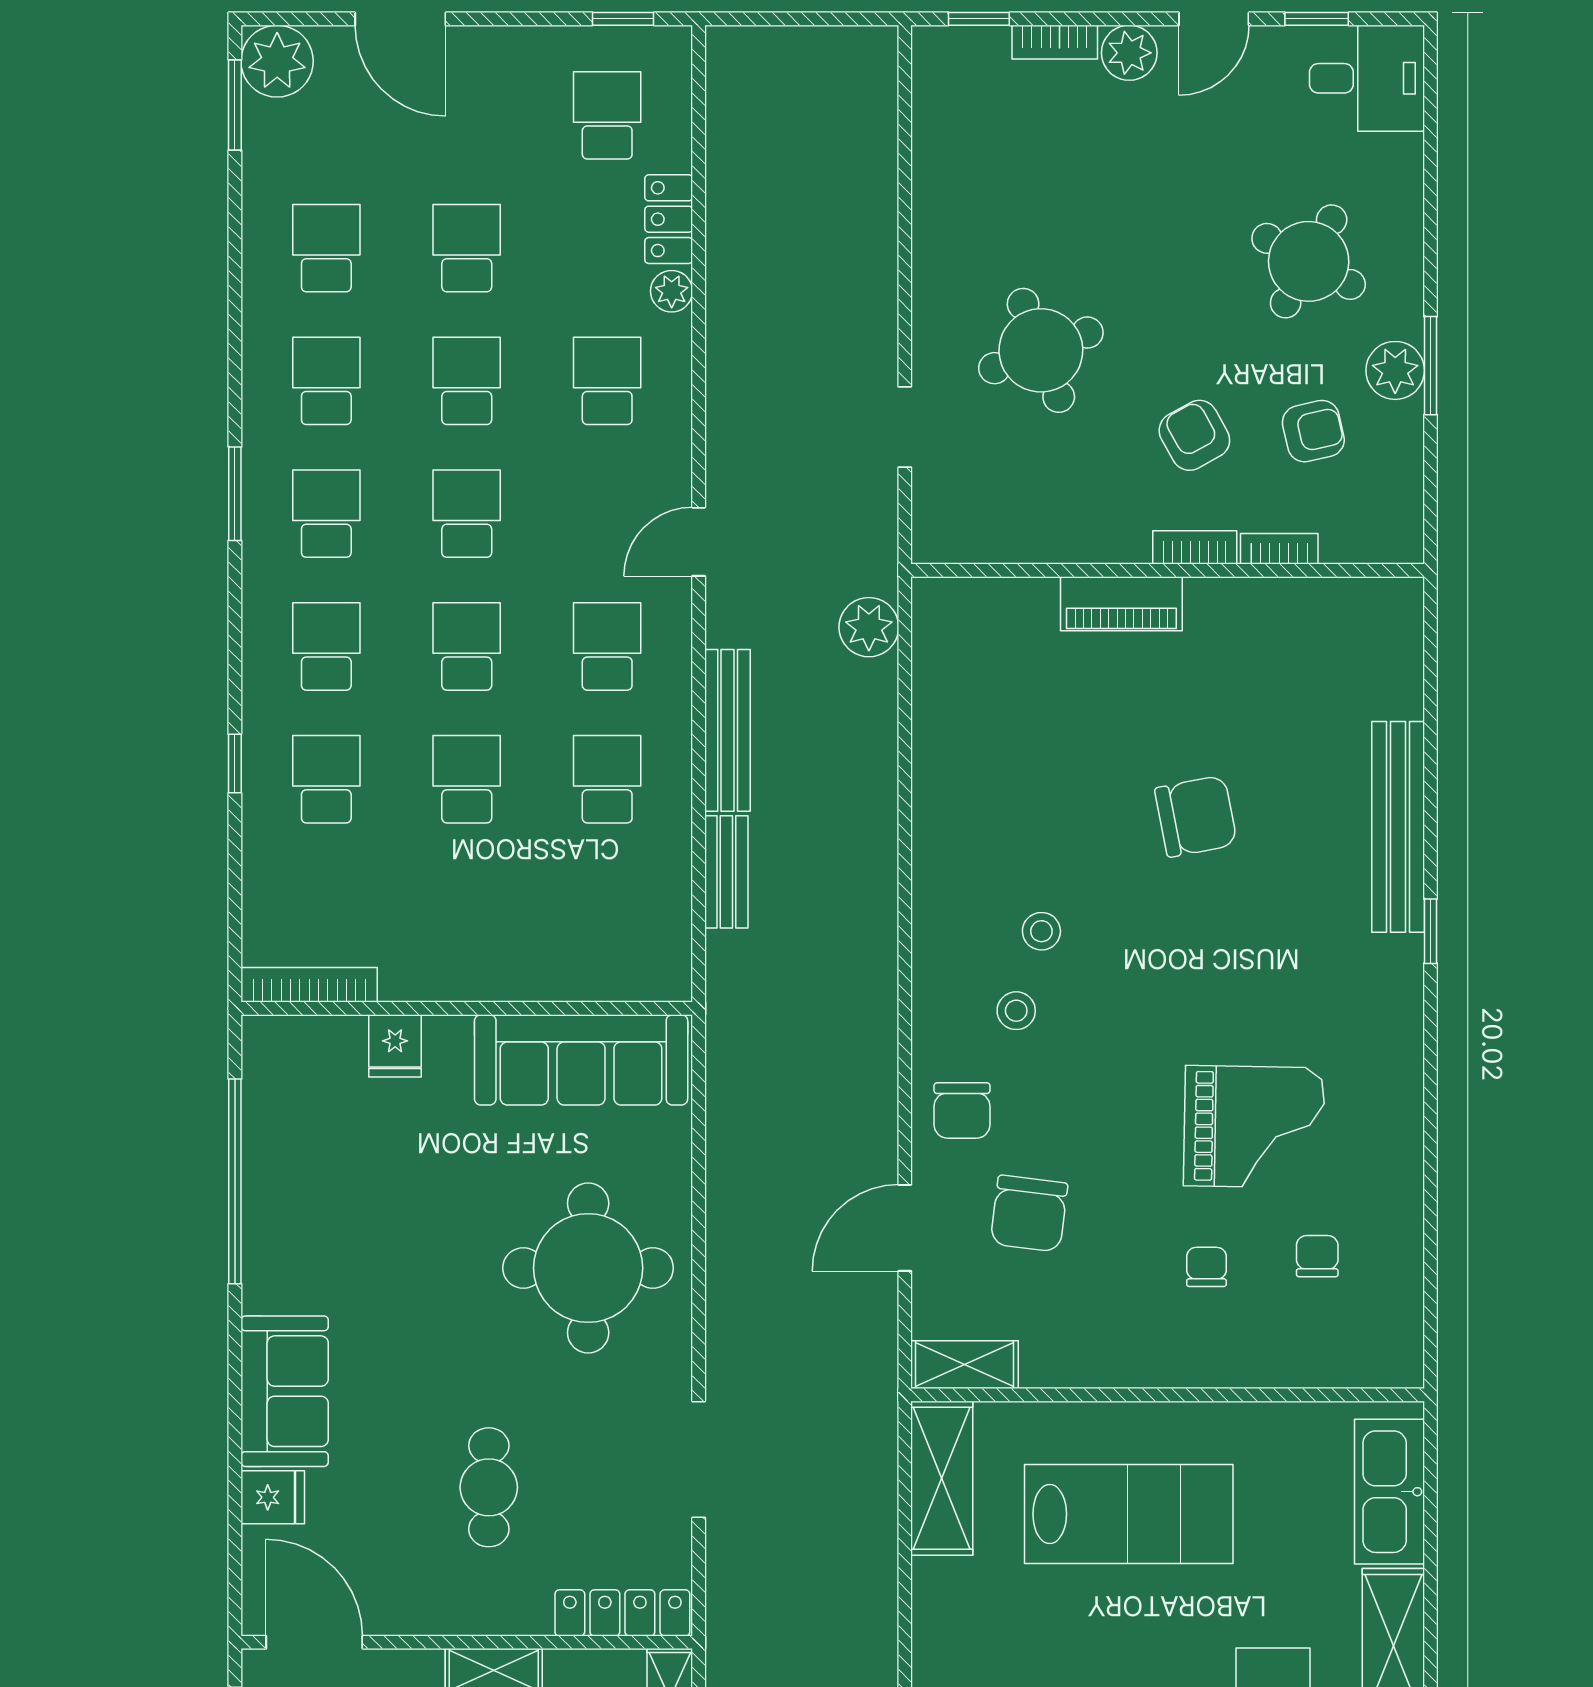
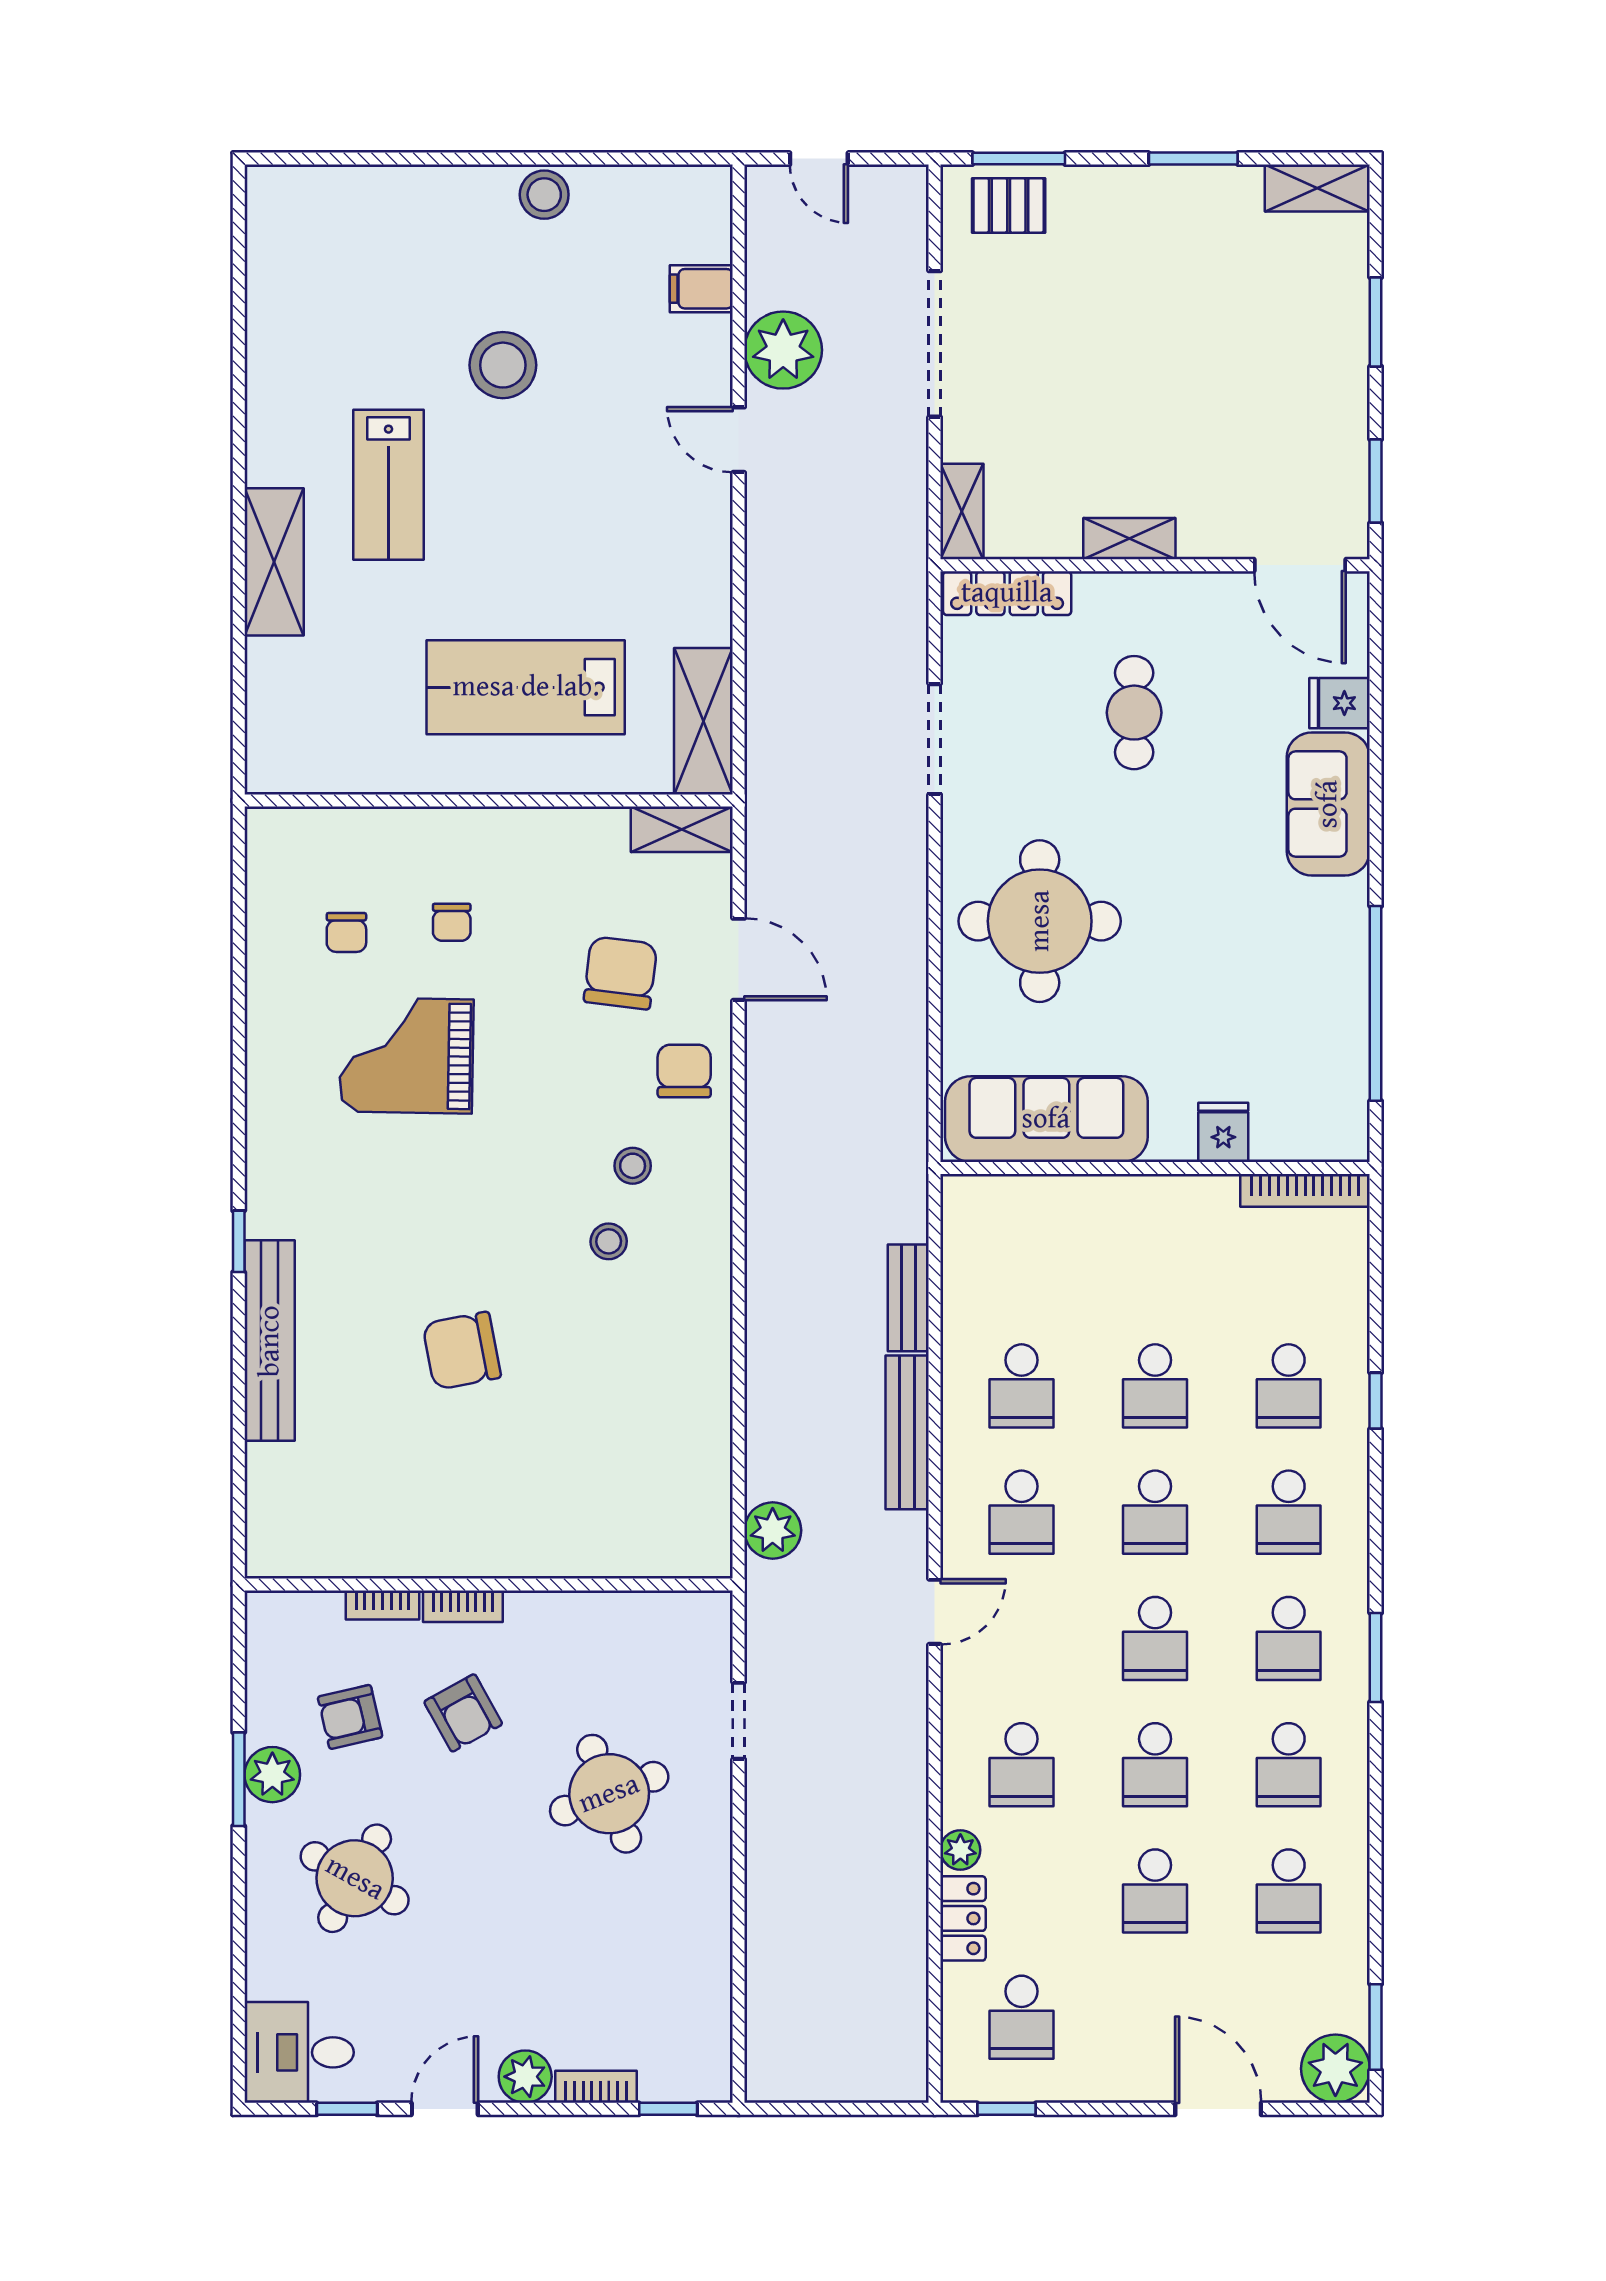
piano: (1121, 604) -> (533, 1553), removed
door: (905, 1228) -> (739, 959), hinge flipped
kitchen sink: (1389, 1492) -> (278, 708), removed

